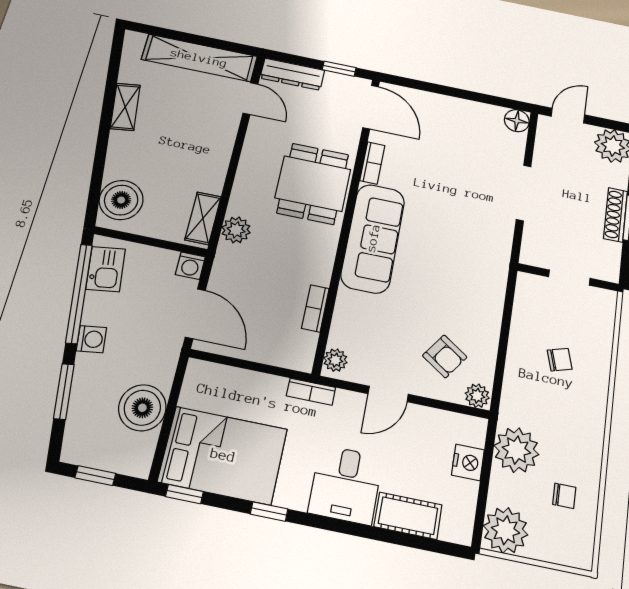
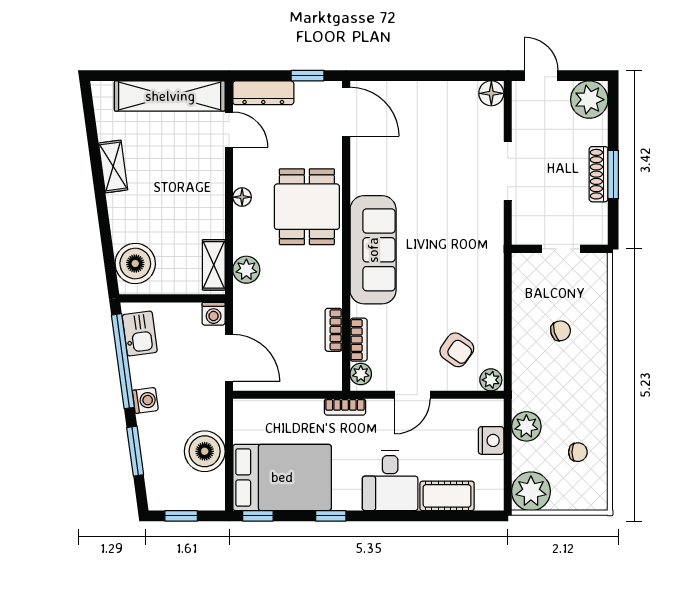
door: (568, 116) -> (541, 76), hinge flipped
floor lamp: (249, 161) -> (242, 197), added
bookcase: (372, 163) -> (359, 340), moved
plant: (516, 450) -> (526, 426), width x0.73, depth x0.73

